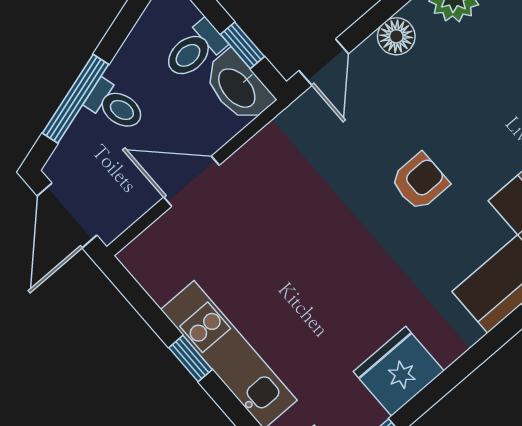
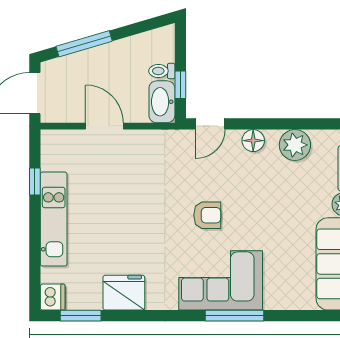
toilet: (194, 50) -> (162, 71), width x0.73, depth x0.72
toilet: (115, 106) -> (99, 62), removed
window: (190, 359) -> (35, 181), moved

